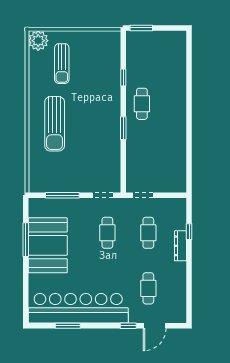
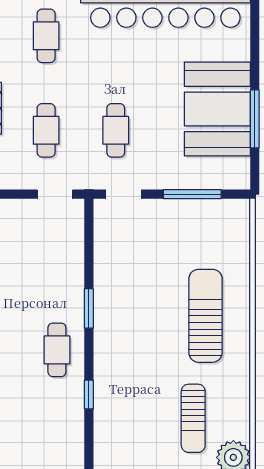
sun lounger: (62, 64) -> (193, 418), turned 180

